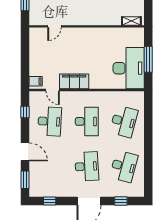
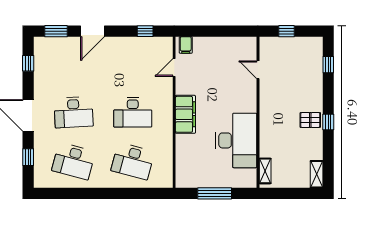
desk: (129, 68) -> (236, 140), moved, turned -90
filing cabinet: (74, 81) -> (185, 114), moved
desk: (50, 121) -> (133, 63), removed

